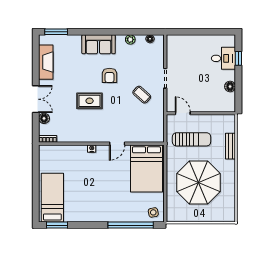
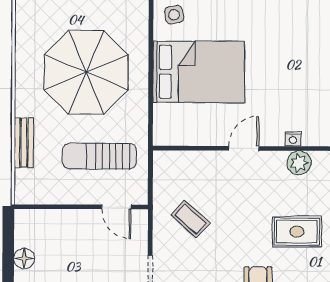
coffee table: (142, 95) -> (190, 219), moved
plant: (89, 136) -> (299, 163), added
bed: (146, 168) -> (199, 72), moved, turned 90

